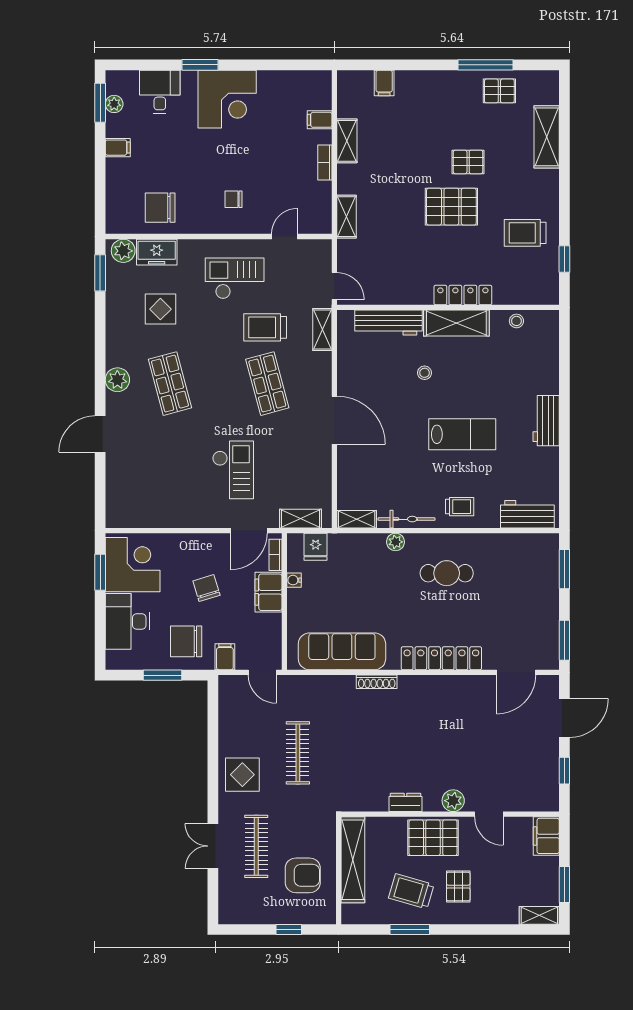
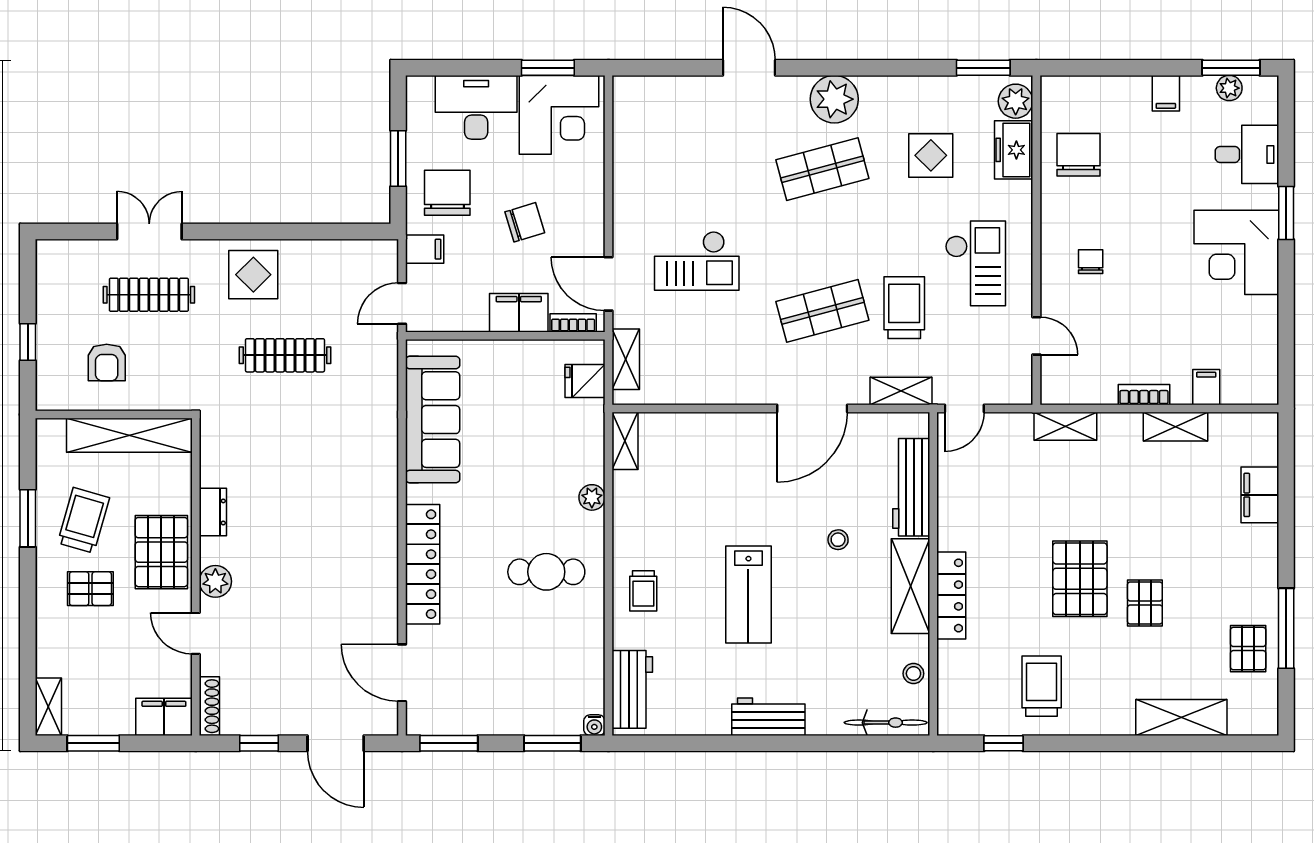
filing cabinet: (384, 83) -> (1260, 495), width x2.00
plant: (117, 380) -> (834, 99), width x1.36, depth x1.36
door: (334, 420) -> (812, 409), moved
bicycle: (407, 519) -> (886, 723), moved, turned -90
cafe table: (447, 573) -> (546, 572), turned 90
water cooler: (294, 580) -> (594, 725), moved, turned 180
shoe rack: (377, 682) -> (209, 706), moved, turned 180
door: (489, 814) -> (196, 633), hinge flipped
armchair: (303, 875) -> (107, 362), width x0.72, depth x0.72

